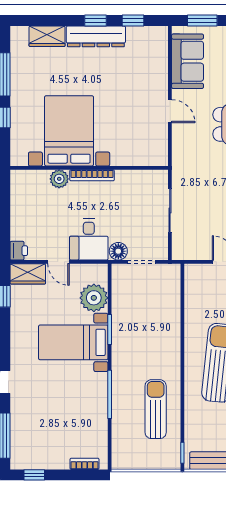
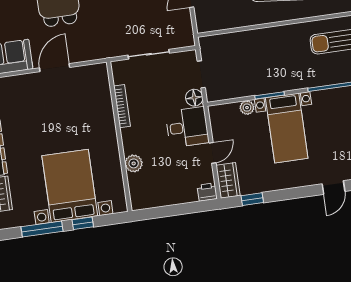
door: (170, 111) -> (55, 68), width x1.38
bed with nightstands: (69, 131) -> (70, 186), moved, turned 90
bookcase: (92, 175) -> (122, 106), moved
plant: (94, 298) -> (247, 108), width x0.53, depth x0.53

